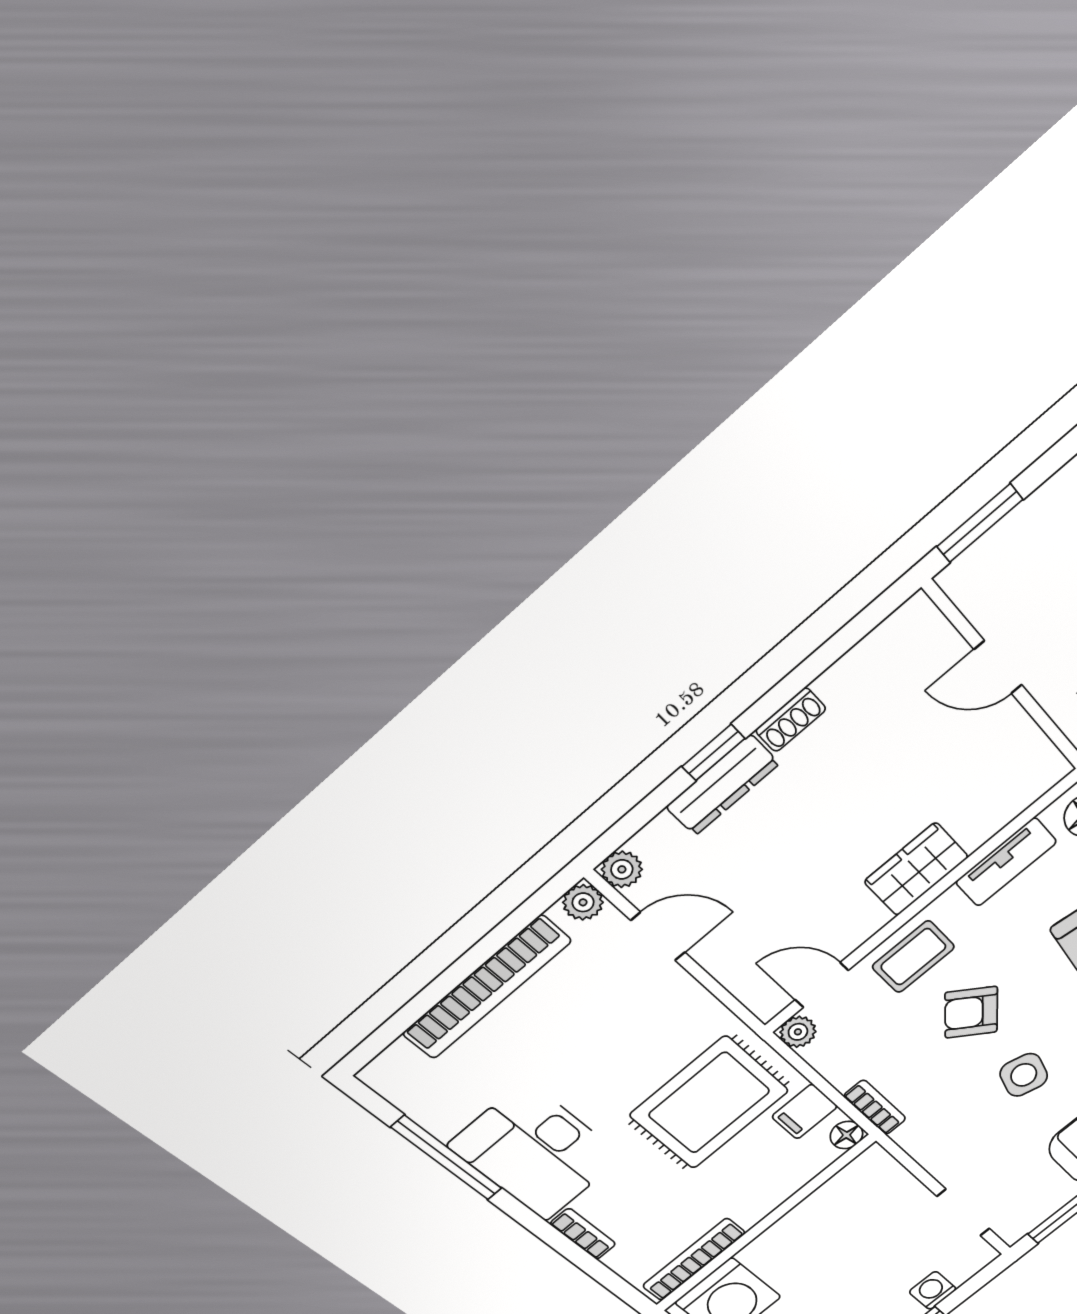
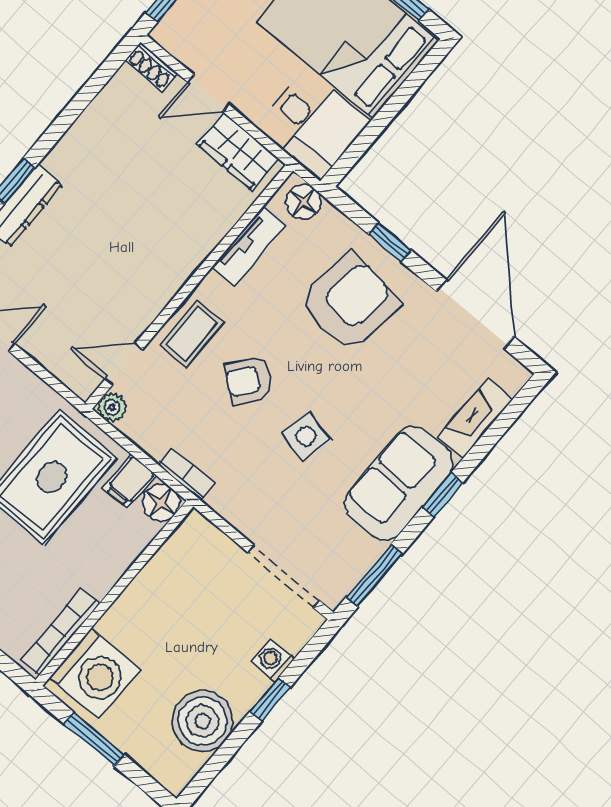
shoe rack: (791, 720) -> (152, 67), moved, turned 90
wardrobe: (916, 869) -> (238, 152), moved, turned -90
floor lamp: (846, 1135) -> (161, 503), width x1.37, depth x1.37
doorway: (963, 1212) -> (283, 576), width x1.38

